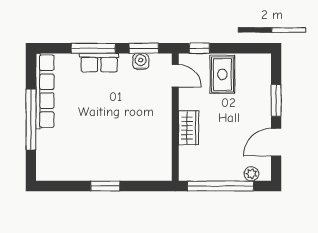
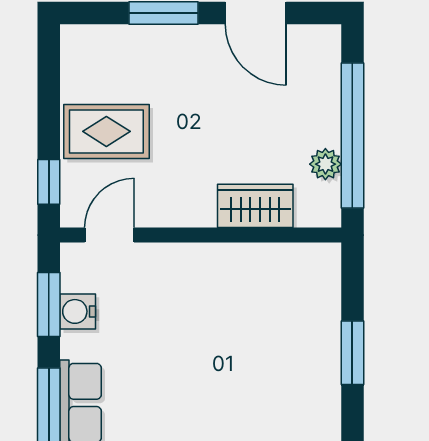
wardrobe: (189, 128) -> (255, 206), moved
plant: (251, 174) -> (325, 164), moved
window: (105, 186) -> (352, 353), moved

